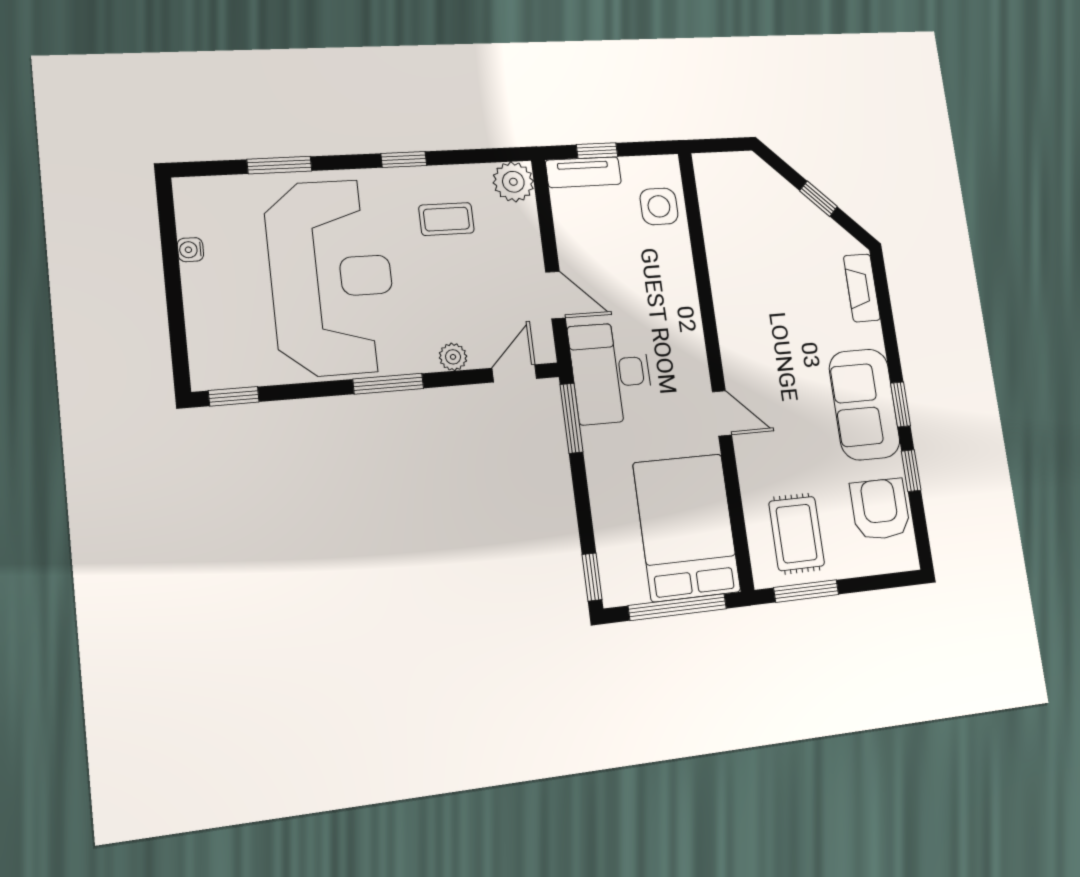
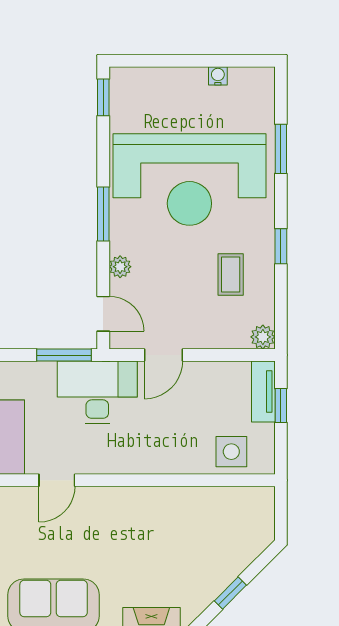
plant: (513, 182) -> (263, 337), width x0.73, depth x0.73

